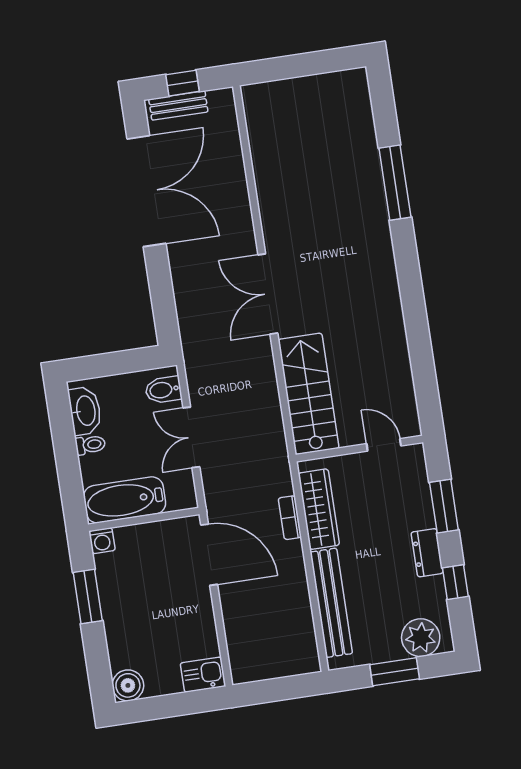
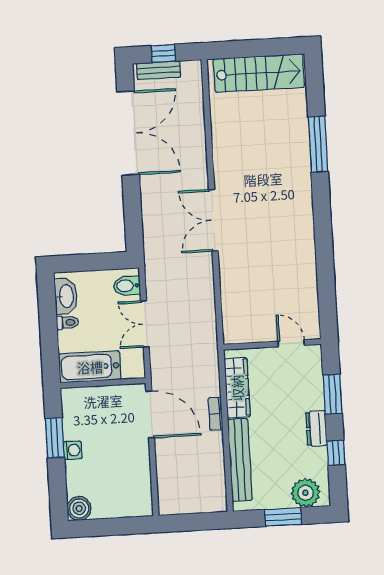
stairs: (309, 394) -> (259, 73), moved, turned 90
bookcase: (290, 518) -> (216, 414), moved
washing machine: (102, 541) -> (73, 450), moved, turned -90
kitchen sink: (203, 675) -> (137, 506), removed

